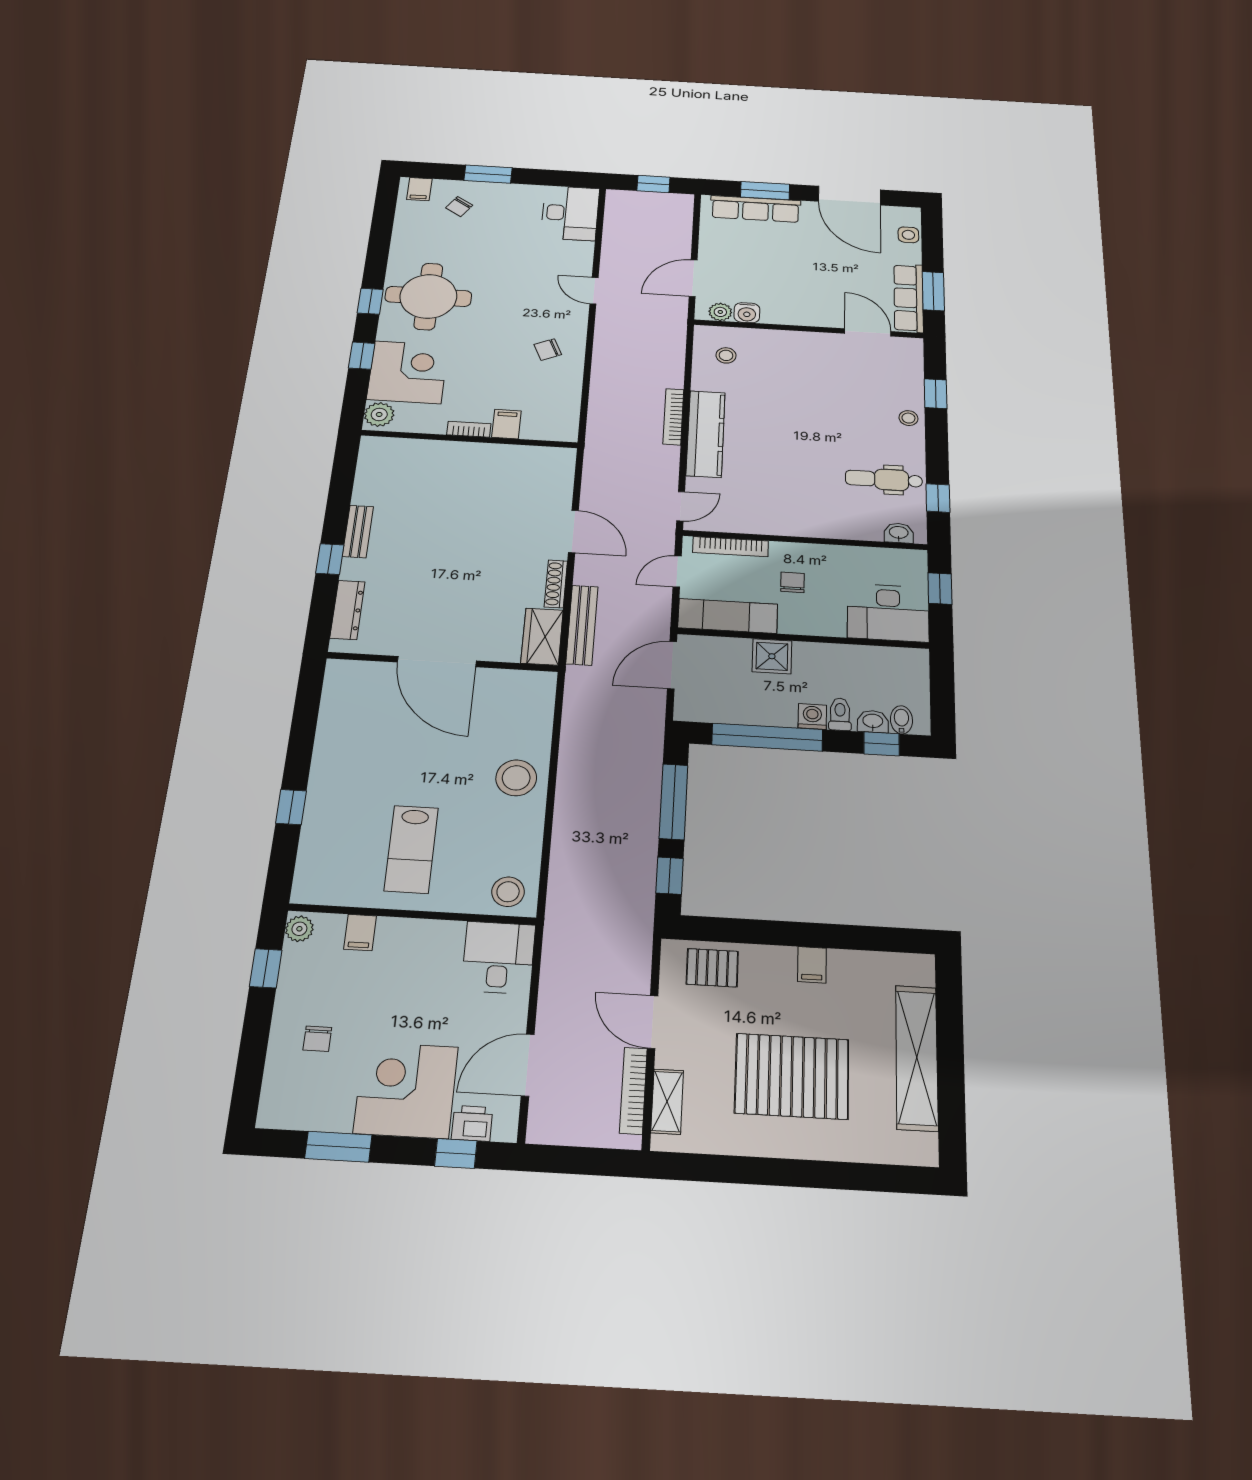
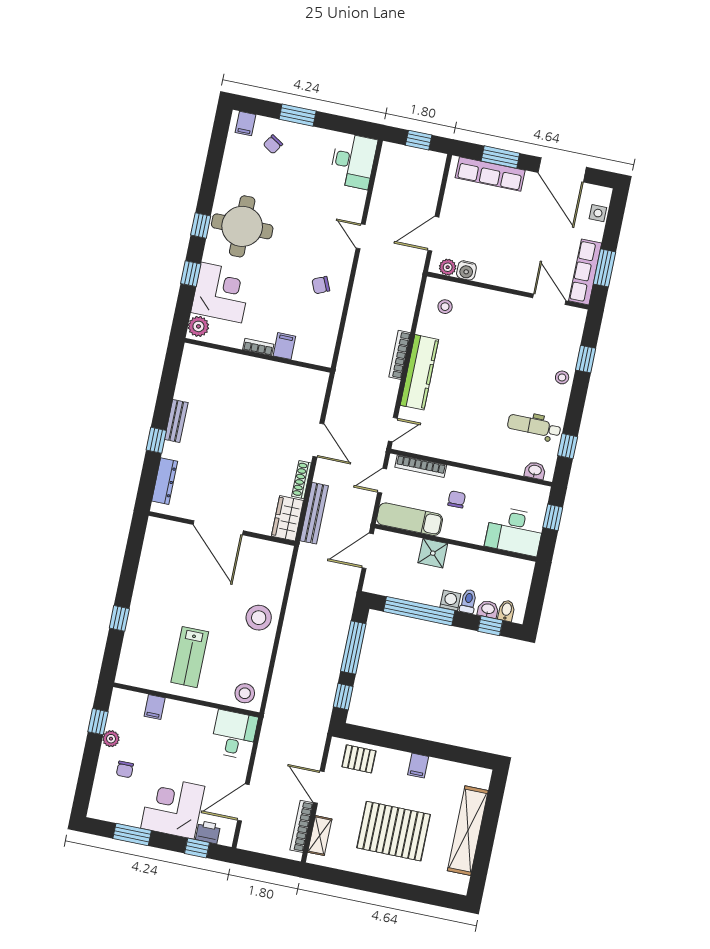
plant: (299, 929) -> (111, 739), moved

